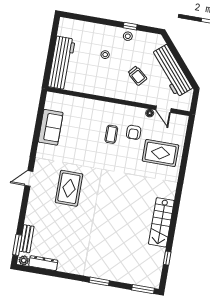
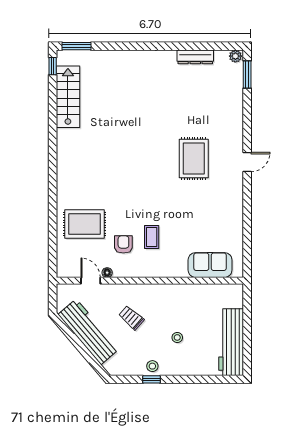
workbench: (62, 63) -> (231, 342), moved
sofa: (51, 127) -> (210, 265), moved, turned 90
stairs: (161, 222) -> (68, 97), moved
bench: (27, 239) -> (237, 84), removed
window: (167, 258) -> (53, 66), moved
dresser: (43, 263) -> (195, 57), moved
window: (99, 281) -> (134, 46), removed

